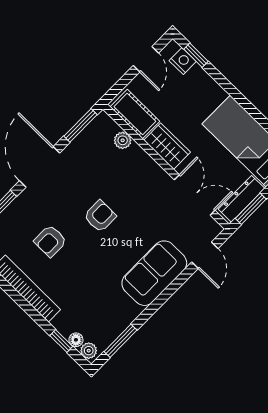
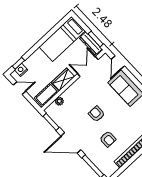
door: (205, 255) -> (118, 63), swing flipped

